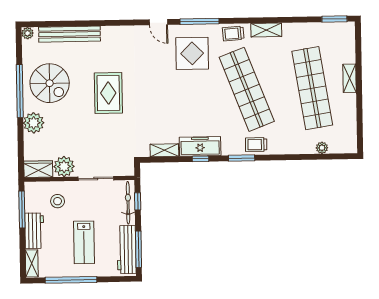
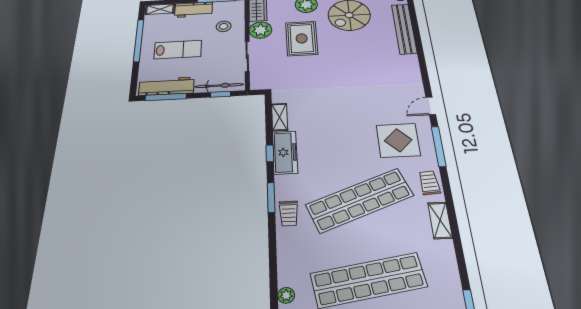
rug: (108, 93) -> (302, 38), moved, turned 90
trolley: (256, 145) -> (289, 213), turned 180
lab bench: (84, 242) -> (178, 49), turned 180

